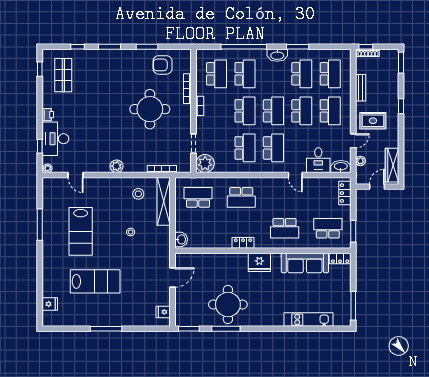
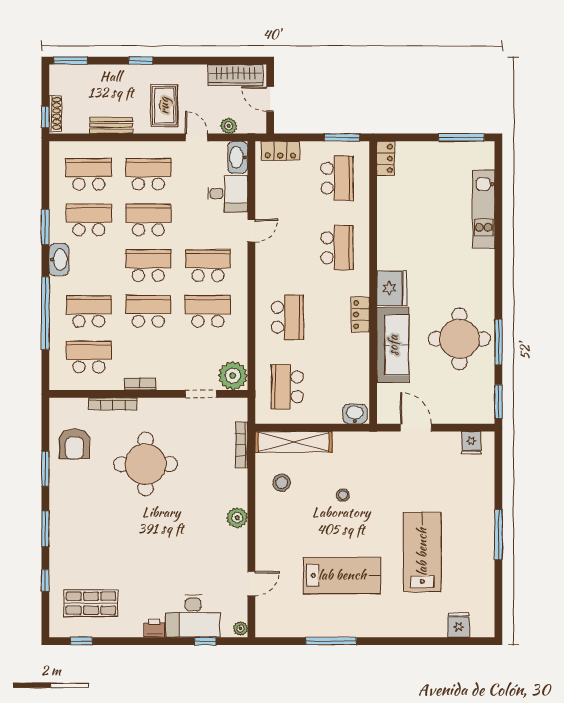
school desk: (328, 228) -> (337, 178), turned 180
sofa: (305, 263) -> (393, 345), moved

